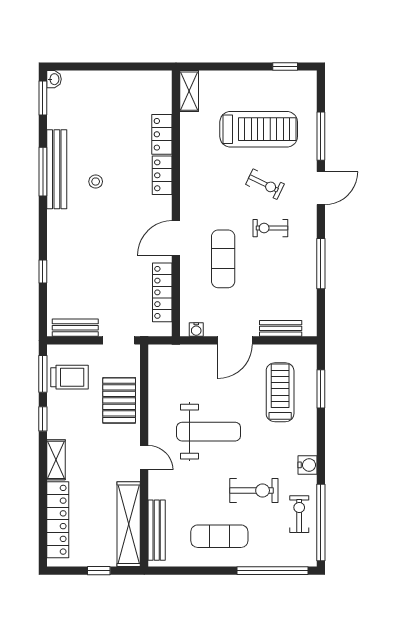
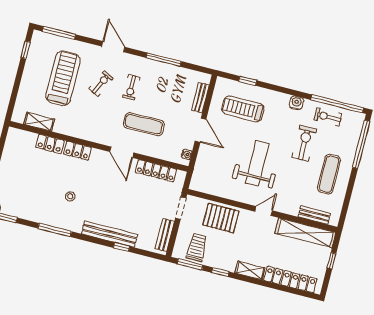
shelving: (189, 91) -> (39, 122), moved
window: (321, 136) -> (59, 33), moved
bench: (57, 169) -> (110, 234), moved
window: (321, 389) -> (248, 81), width x0.67
bench: (157, 530) -> (314, 215), width x0.73

